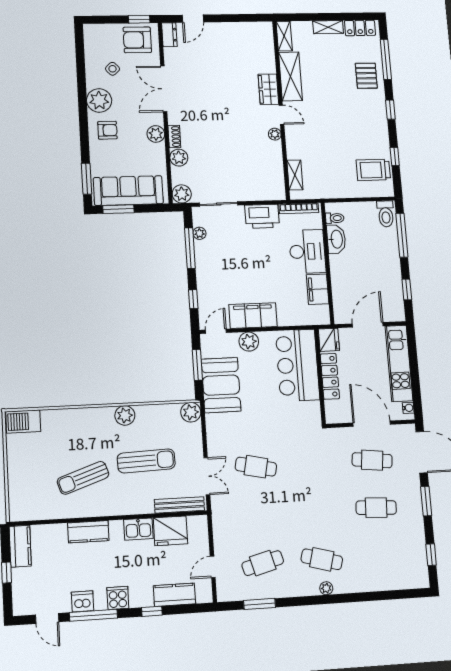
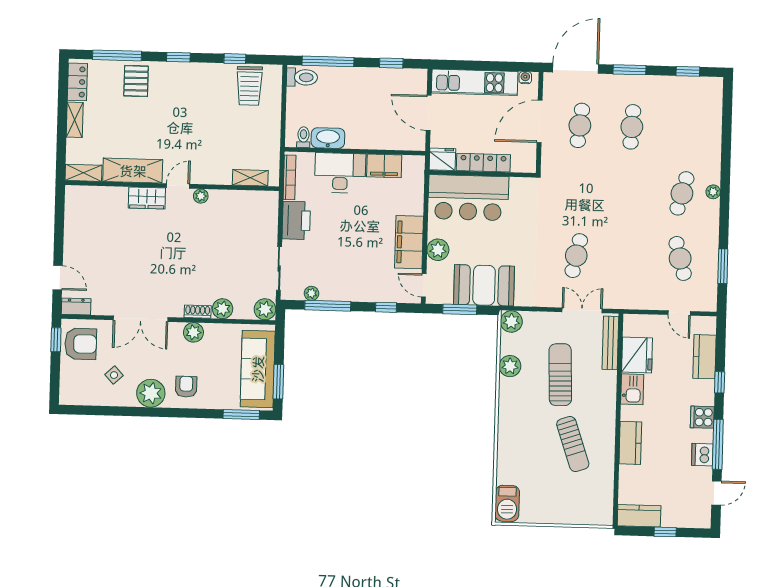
armchair: (137, 40) -> (81, 344), turned -90
pallet: (366, 76) -> (136, 81), turned 90
plant: (125, 415) -> (510, 366), moved

